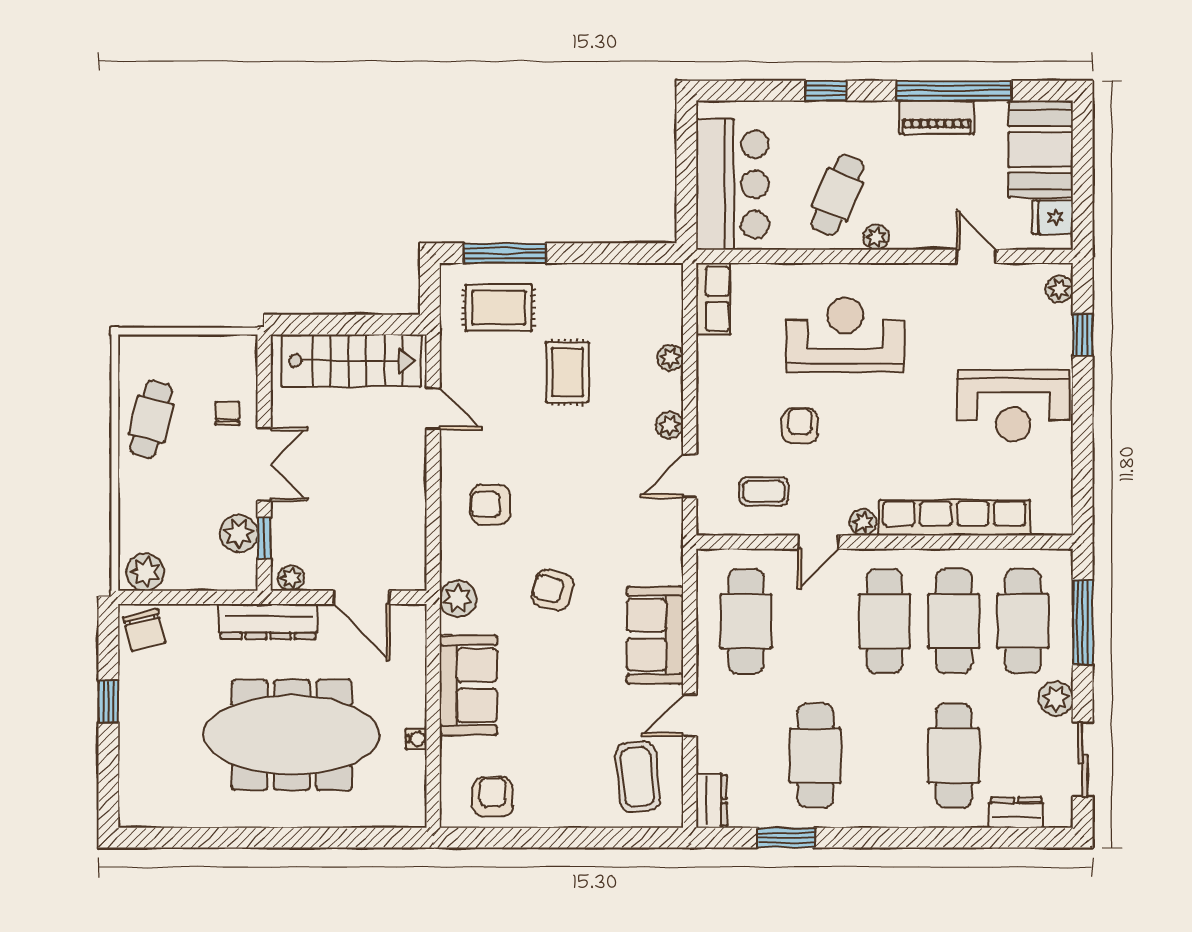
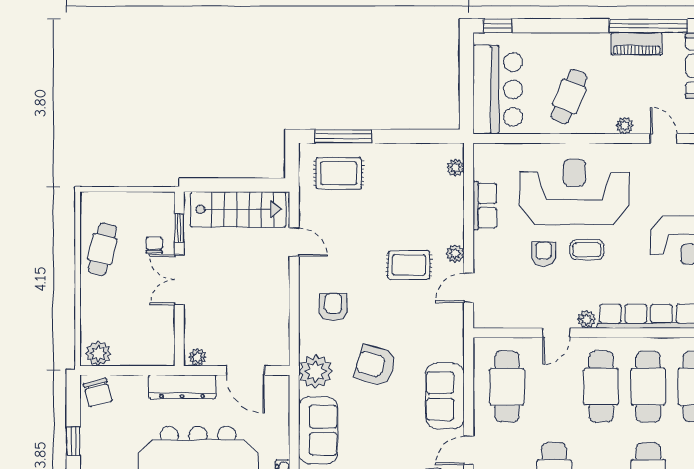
window: (826, 91) -> (498, 26), moved
plant: (876, 237) -> (625, 126), moved
row of seats: (713, 299) -> (485, 206), moved
reception desk: (845, 335) -> (574, 192), width x1.36, depth x1.30
plant: (670, 358) -> (455, 168), moved
rug: (567, 372) -> (409, 265), moved, turned 90
double door: (264, 464) -> (179, 280), swing flipped
coffee table: (764, 491) -> (587, 250), moved
armchair: (490, 504) -> (333, 307), turned 90
plant: (239, 533) -> (162, 327), removed
window: (264, 538) -> (179, 228), moved
armchair: (553, 590) -> (375, 365), width x1.38, depth x1.38
plant: (458, 599) -> (316, 371), width x1.36, depth x1.36

